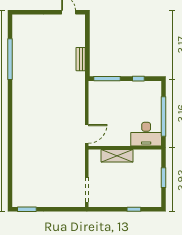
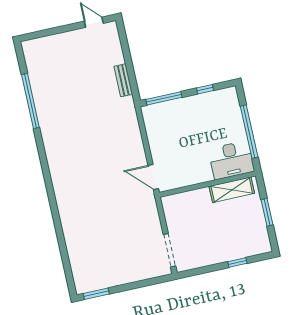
door: (87, 134) -> (153, 177), swing flipped
shelving: (117, 156) -> (232, 190), moved

